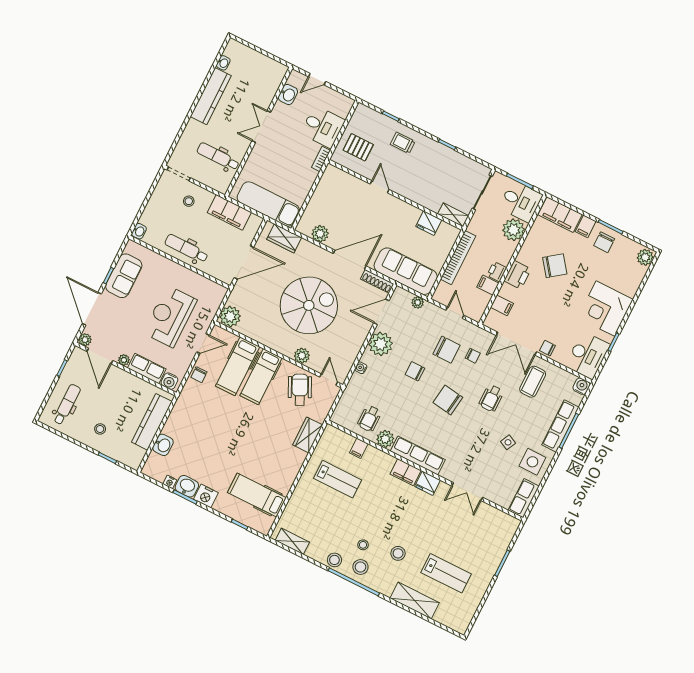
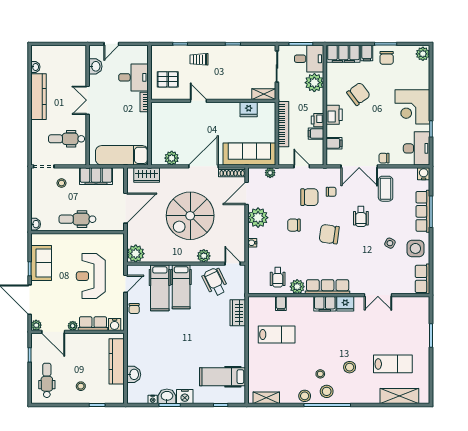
spiral stairs: (309, 305) -> (190, 216), turned 180
shelving: (415, 600) -> (399, 396), moved

